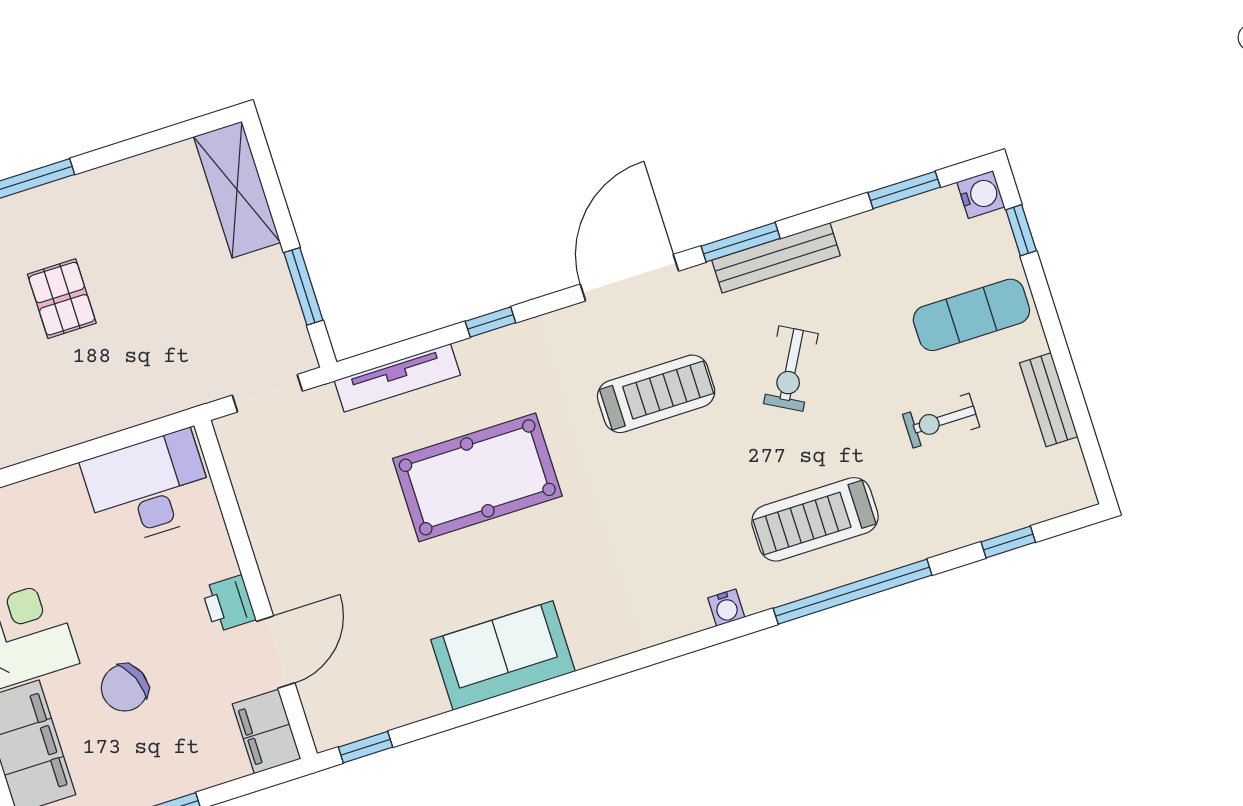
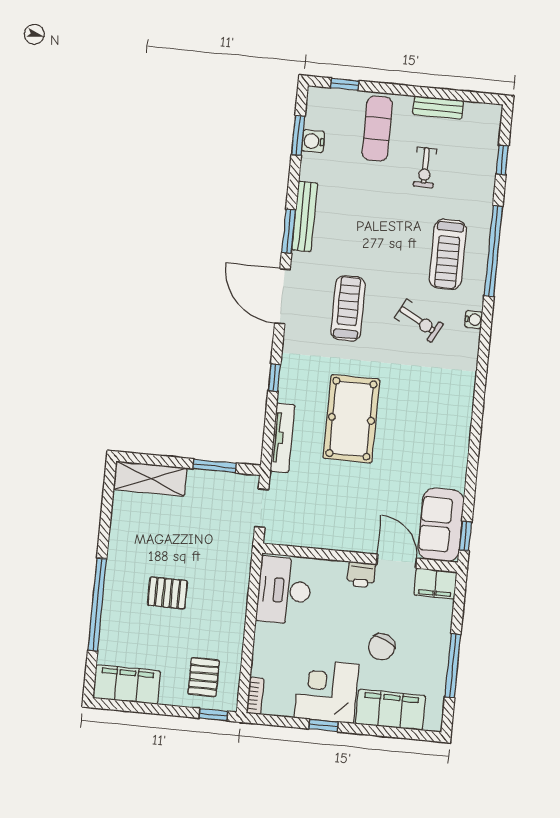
water cooler: (981, 194) -> (313, 141), moved, turned -90
exercise bike: (791, 369) -> (419, 321), moved
sofa: (503, 656) -> (441, 525), moved
chair: (125, 688) -> (382, 647), turned 47

